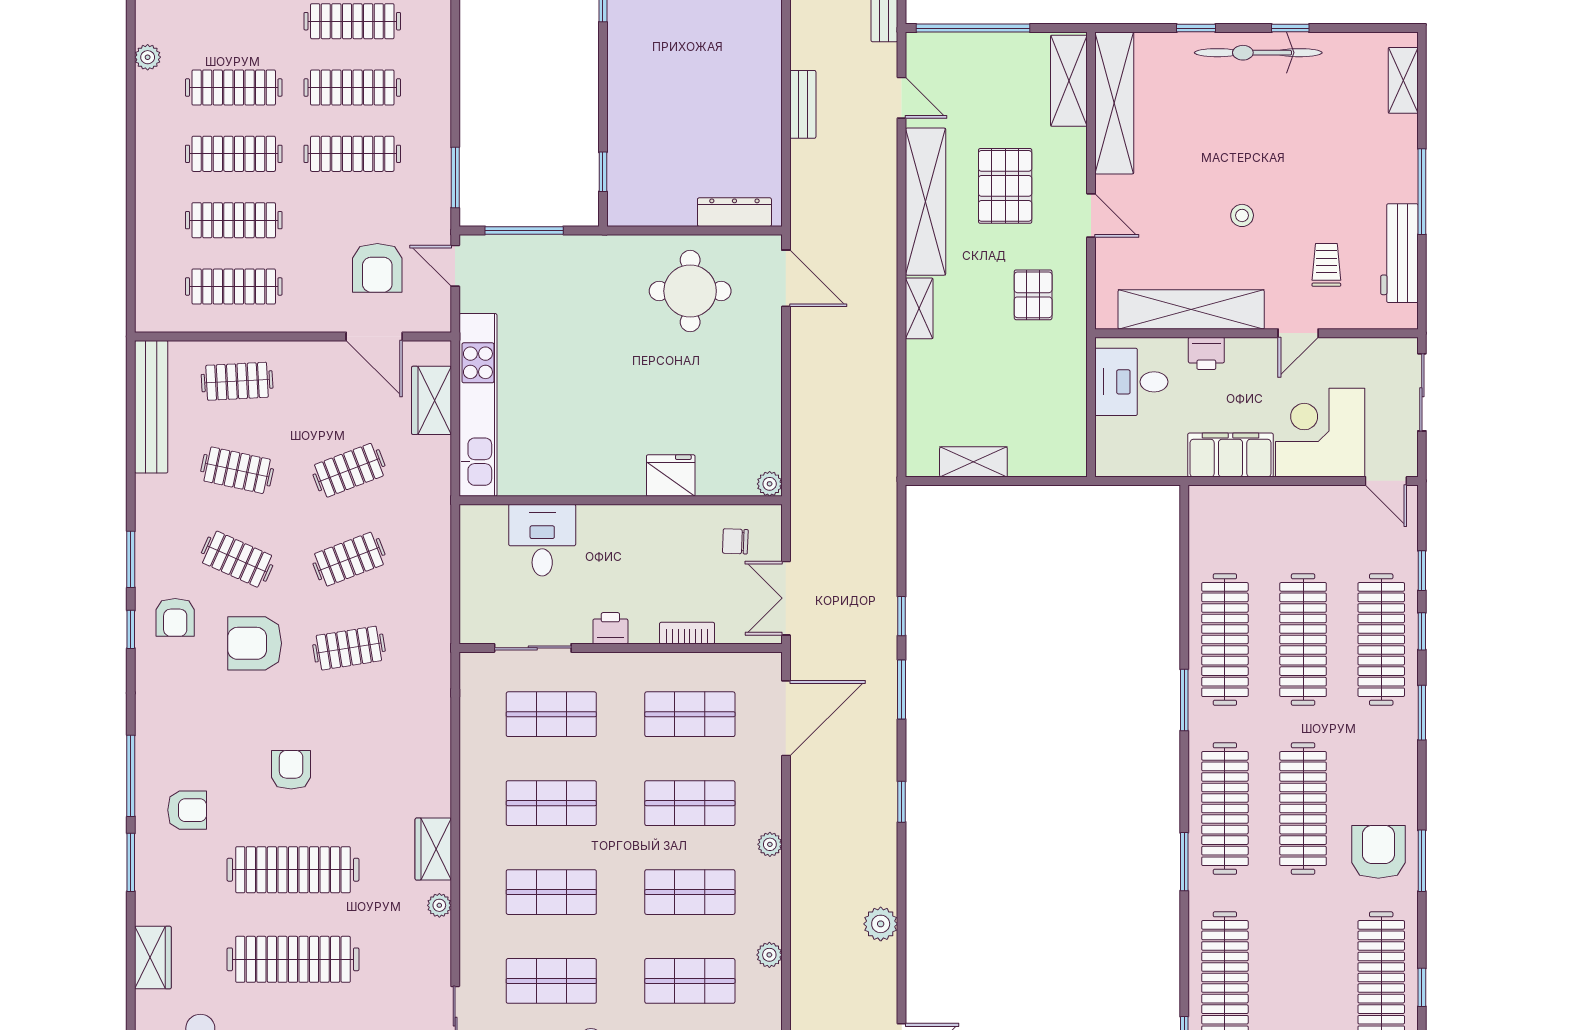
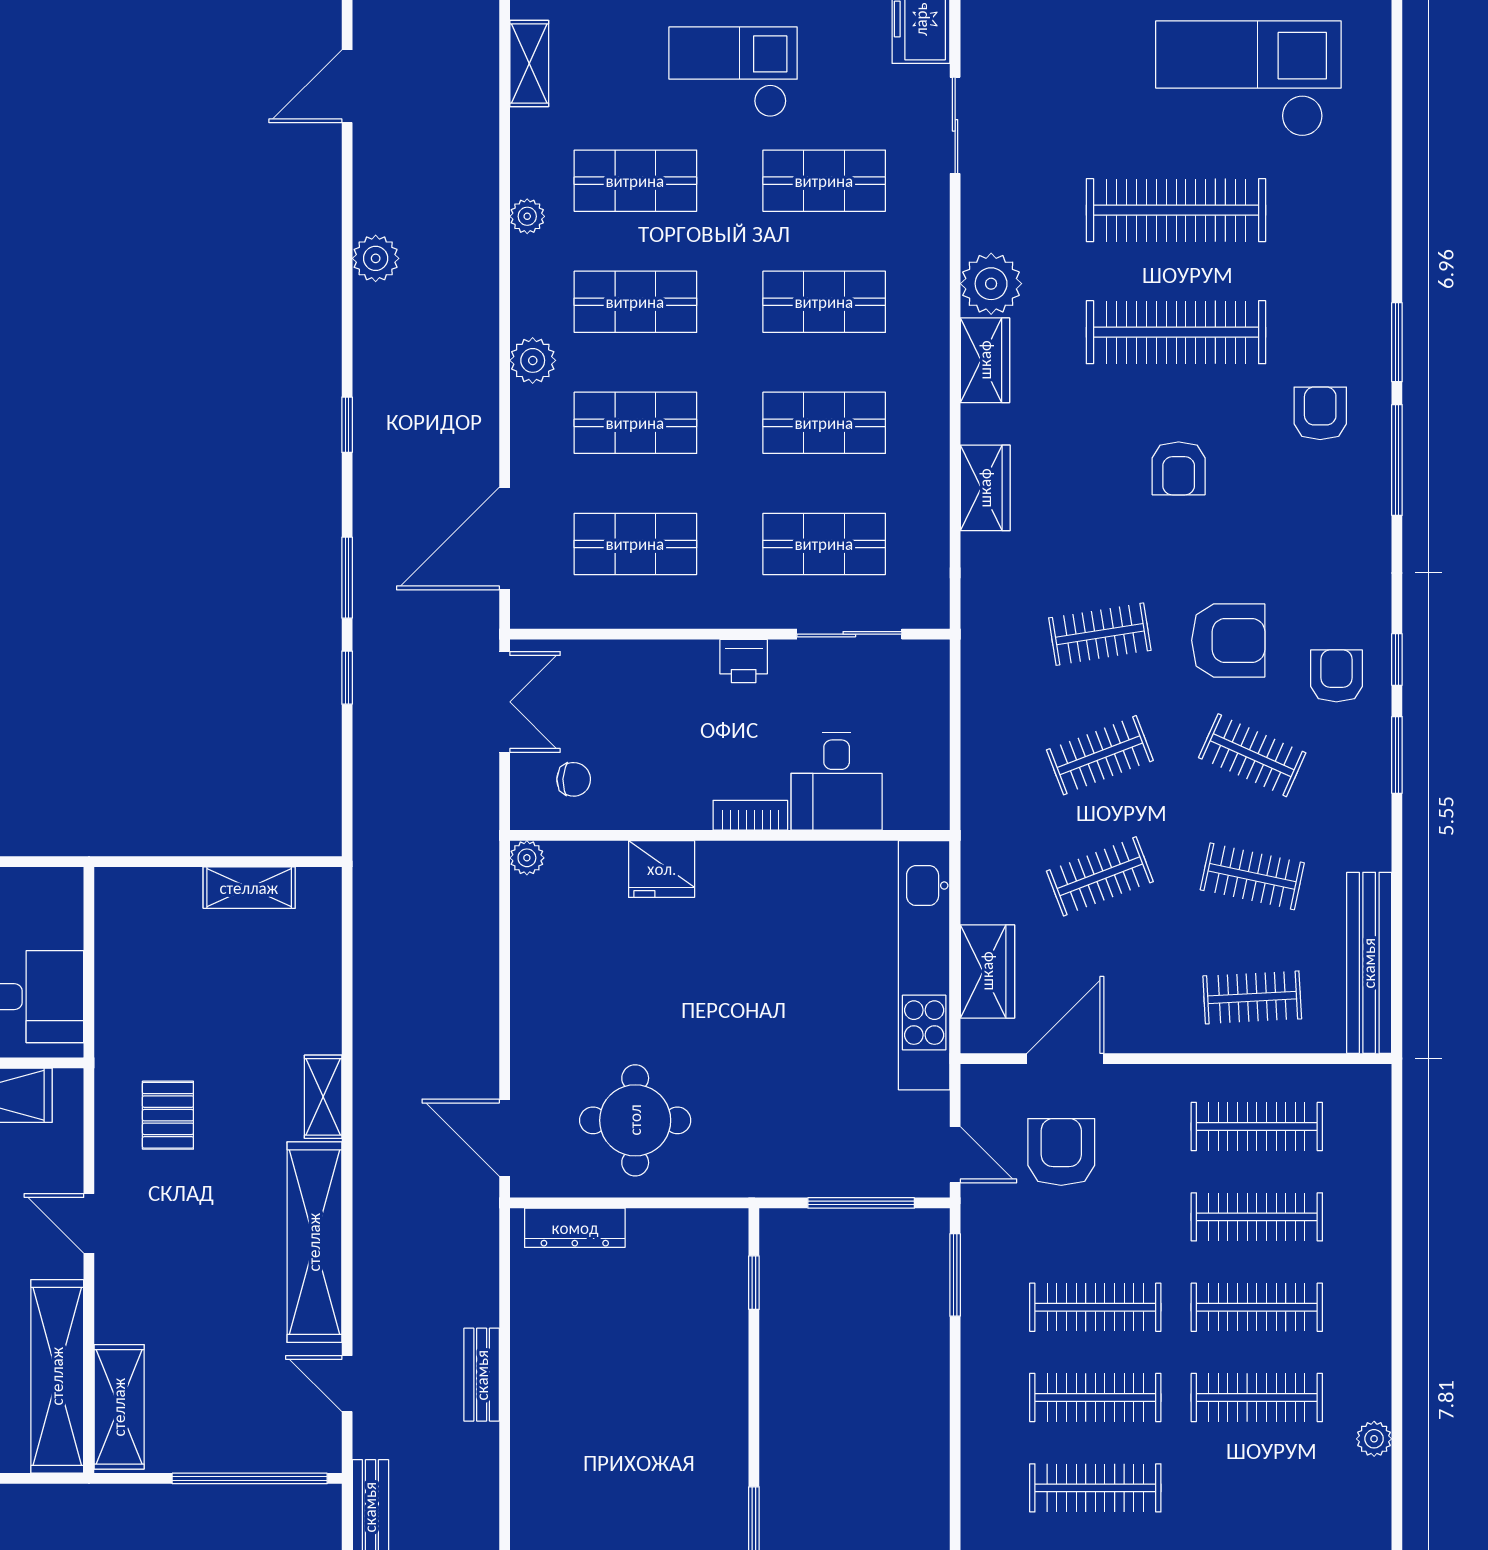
pallet: (1005, 186) -> (206, 1264), removed
door: (374, 336) -> (1065, 1059), hinge flipped
bookcase: (687, 633) -> (750, 815), moved, turned 180
armchair: (187, 810) -> (1320, 413), turned 90
plant: (770, 844) -> (533, 360), width x1.38, depth x1.38
plant: (439, 905) -> (991, 284), width x1.87, depth x1.87
wardrobe: (153, 958) -> (985, 488), moved, turned 180

